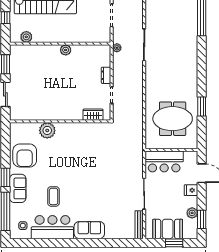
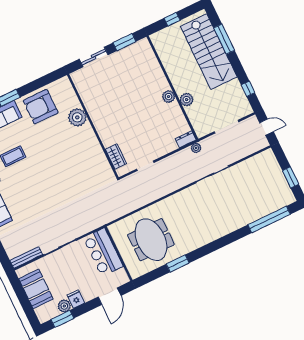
plant: (26, 37) -> (187, 100), moved
dresser: (106, 75) -> (186, 139), moved
fridge: (191, 190) -> (76, 299), moved
window: (174, 243) -> (25, 302), removed

